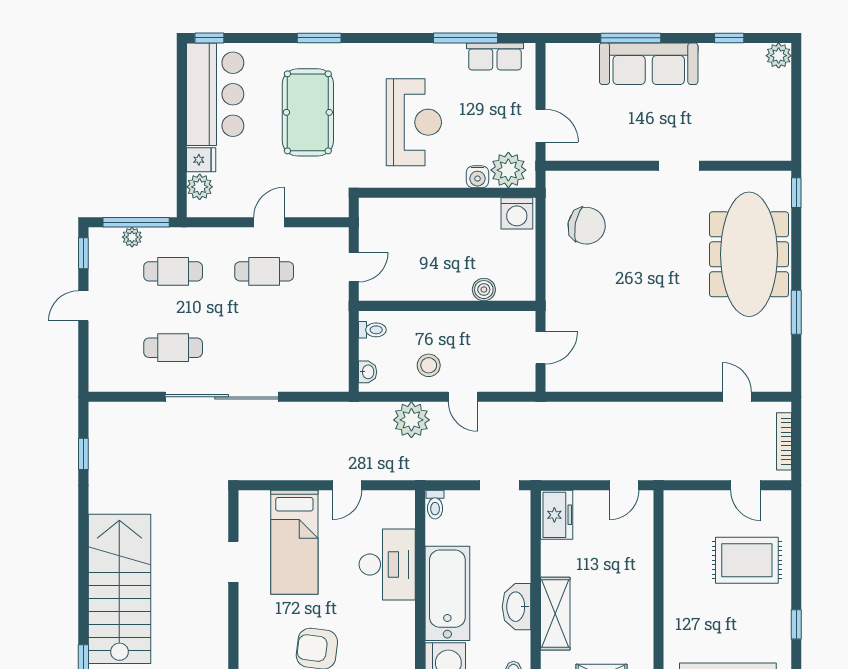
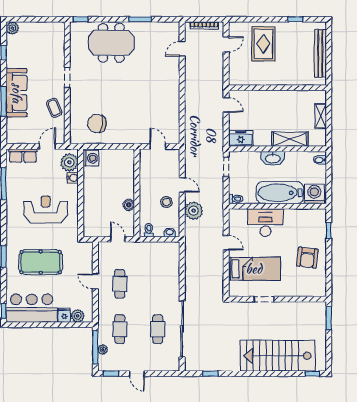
row of seats: (495, 56) -> (23, 156), moved, turned 90
coffee table: (618, 140) -> (54, 108), added
chair: (587, 226) -> (97, 123), turned -92
meeting table: (749, 254) -> (111, 43), width x0.73
boiler: (484, 290) -> (129, 205), moved
sliding door: (222, 397) -> (182, 329), moved
door: (463, 397) -> (182, 185), hinge flipped
washbasin: (517, 607) -> (273, 158), moved

